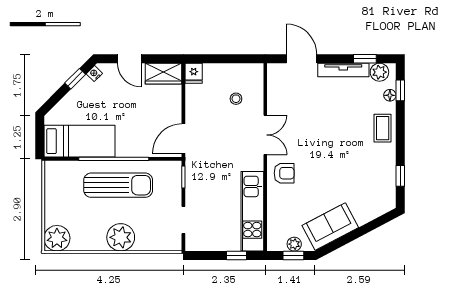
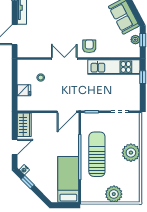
fridge: (194, 73) -> (24, 90), moved
door: (183, 139) -> (67, 112), hinge flipped
plant: (57, 238) -> (114, 194), moved

